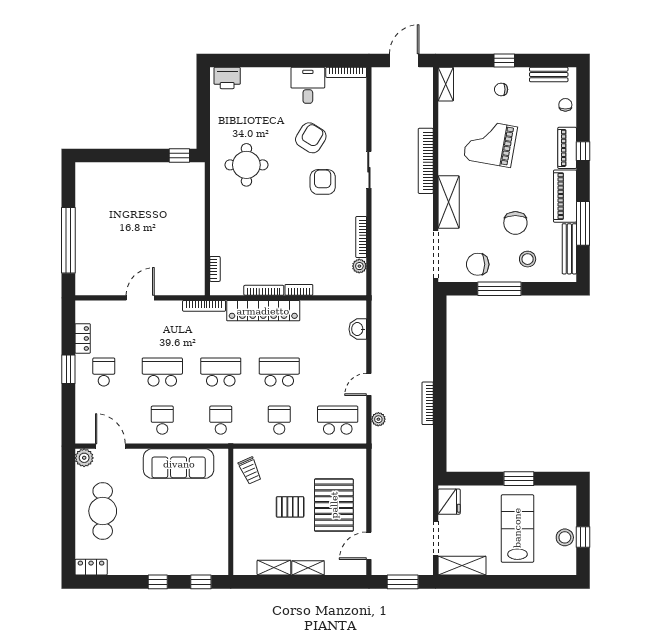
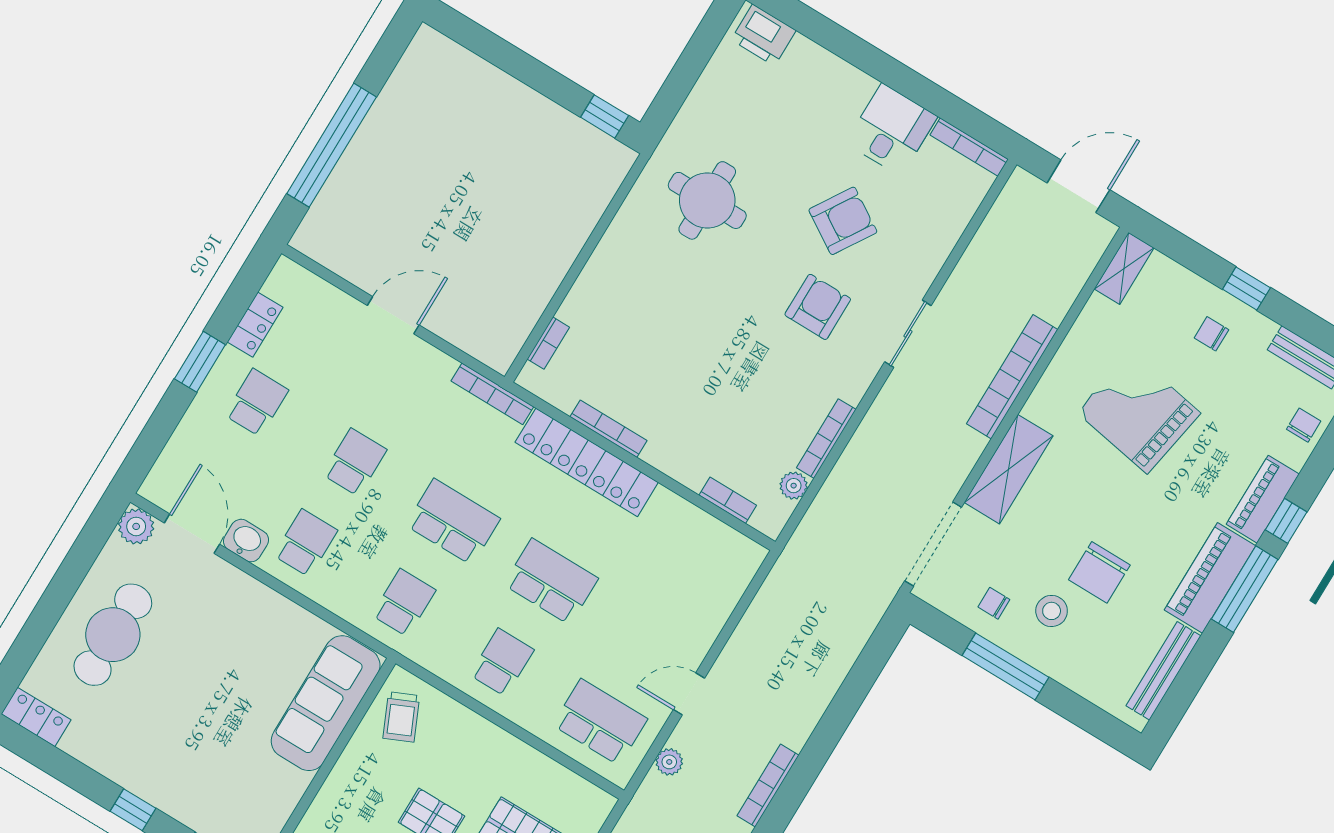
window: (583, 223) -> (1245, 589), moved
stool: (528, 259) -> (1052, 611), moved
chair: (478, 264) -> (994, 603), width x0.54, depth x0.54
bookcase: (299, 290) -> (728, 500), moved
washbasin: (358, 329) -> (246, 541), moved, turned 90
school desk: (162, 372) -> (355, 462), width x0.54
sofa: (179, 464) -> (326, 703), moved, turned 90

